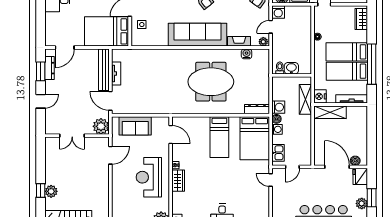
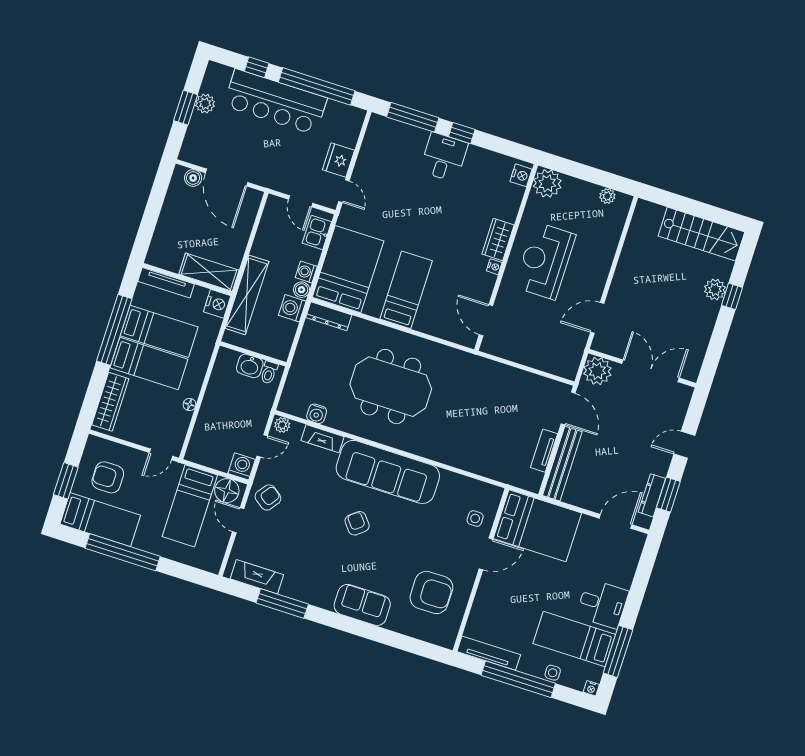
wardrobe: (361, 19) -> (110, 402), width x1.50
shelving: (305, 99) -> (247, 295), width x1.47
sofa: (135, 126) -> (540, 354), removed
double door: (72, 136) -> (650, 371), width x1.37
door: (292, 167) -> (301, 201), swing flipped
fridge: (360, 176) -> (339, 160), moved, turned 180
reception desk: (149, 177) -> (545, 261), turned 180

